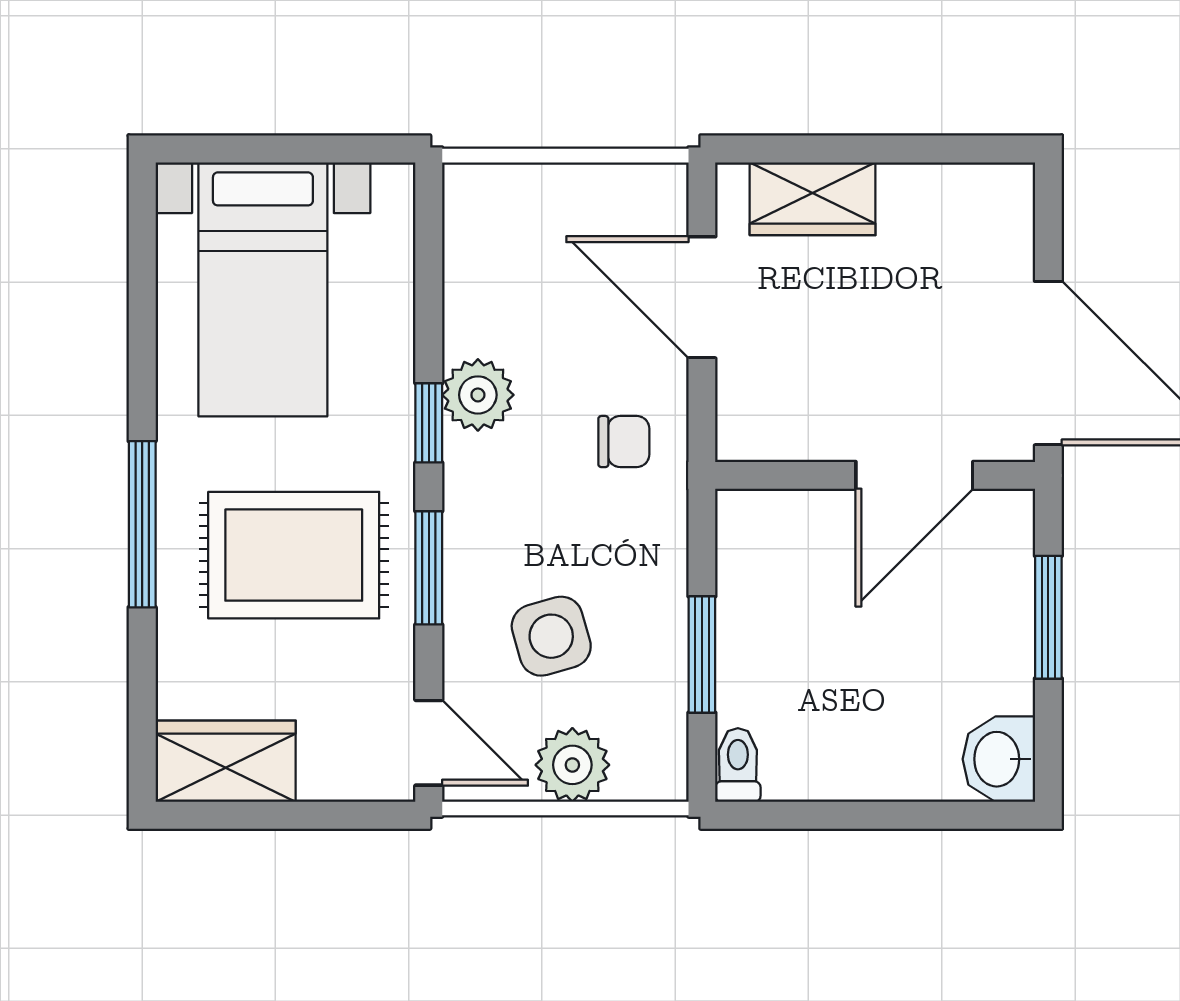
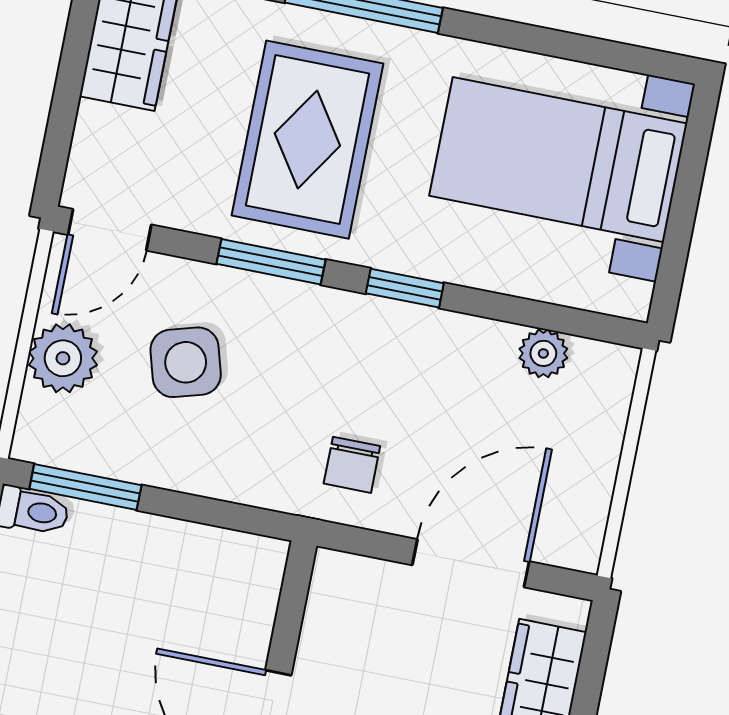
plant: (478, 395) -> (543, 353), moved, width x0.73, depth x0.73
window: (702, 655) -> (85, 487), moved

